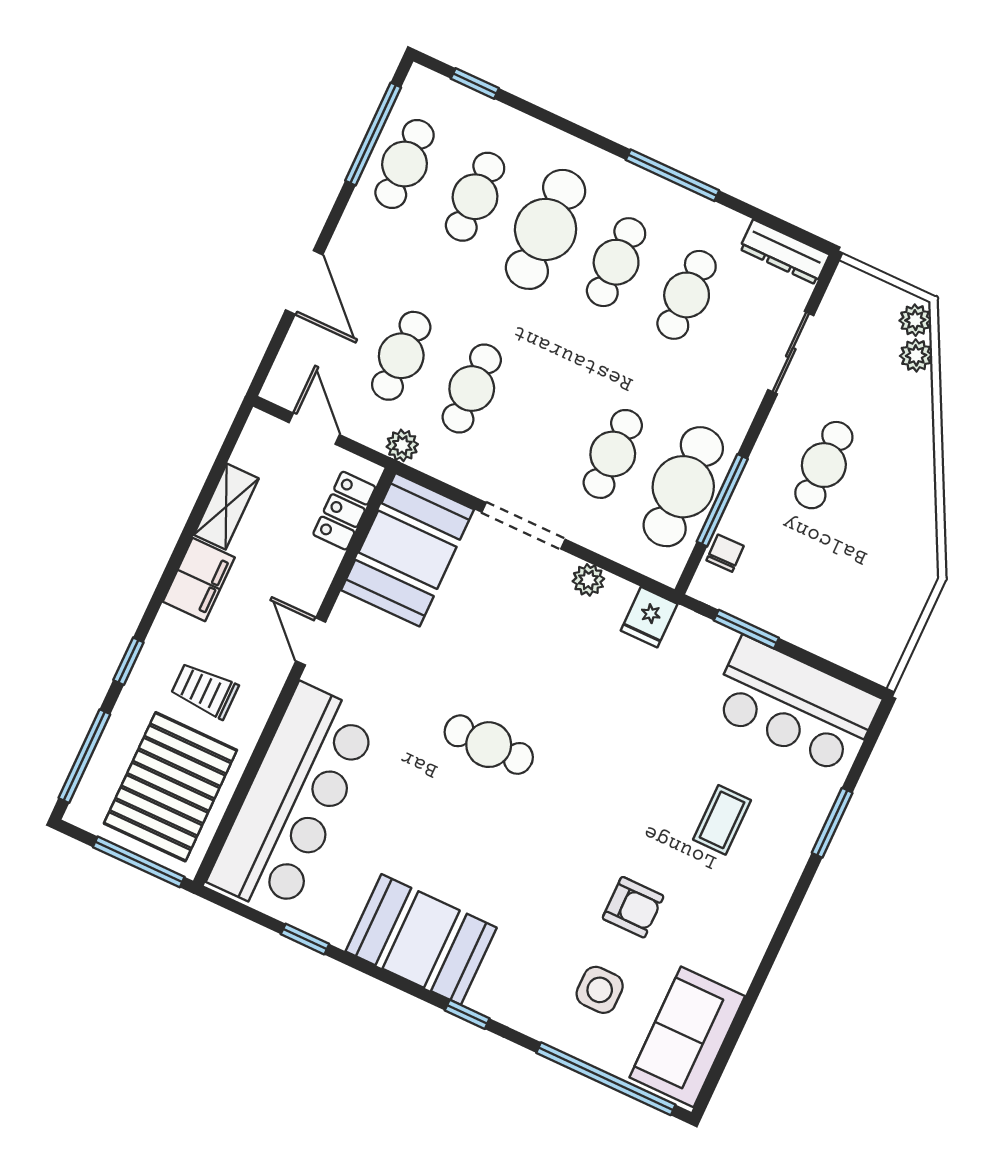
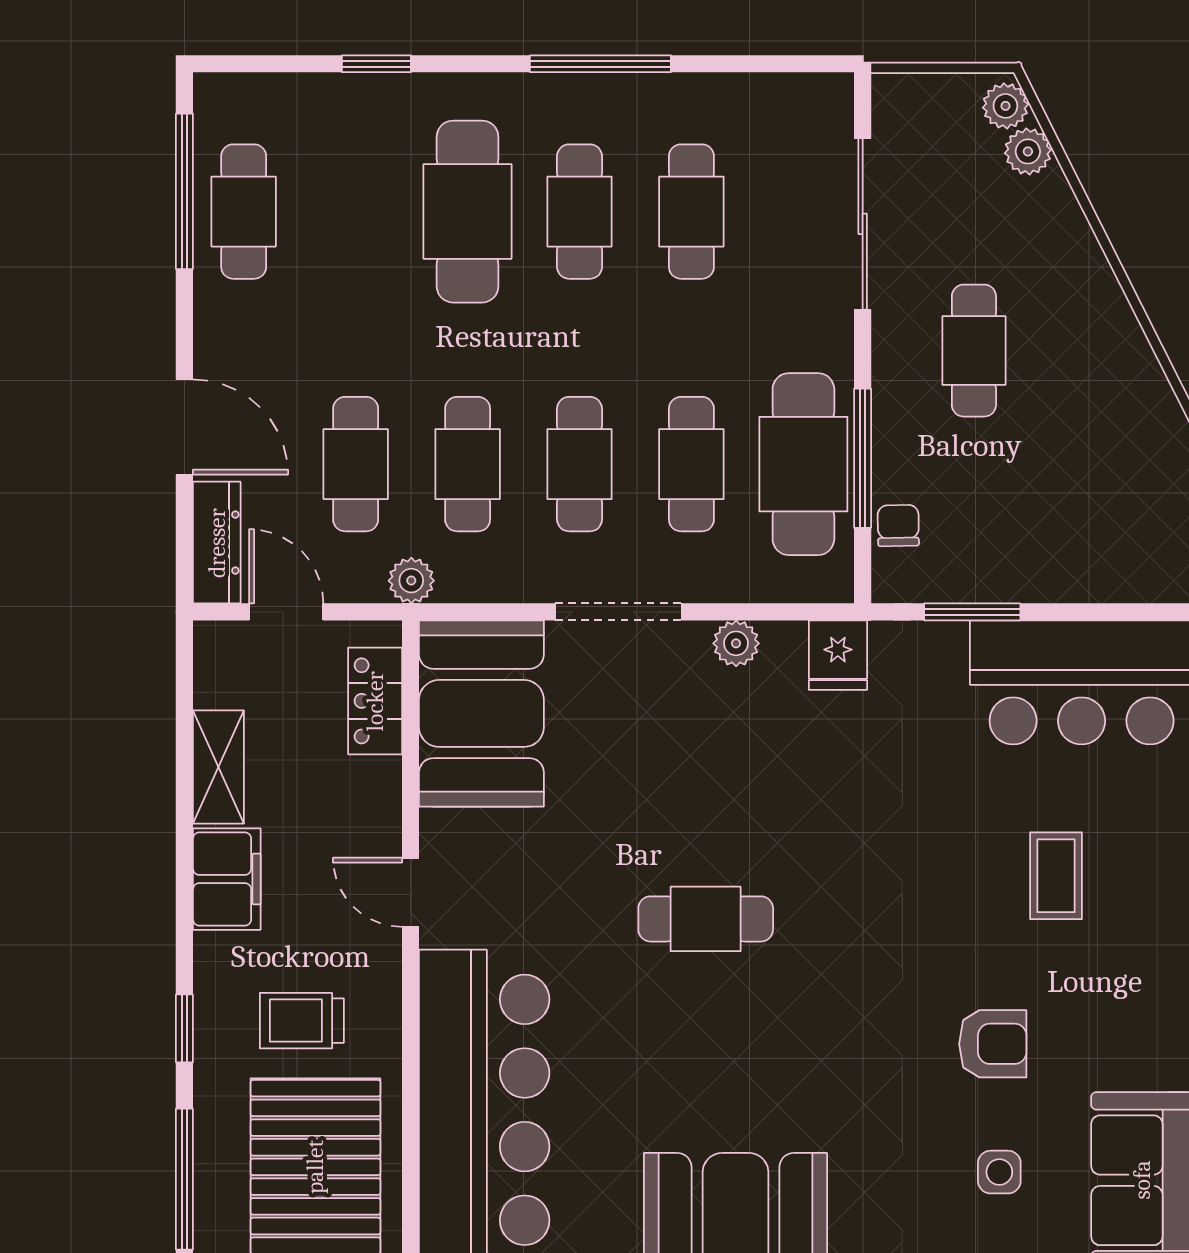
window: (475, 83) -> (376, 64), moved
cafe table: (475, 197) -> (580, 464), moved
dresser: (784, 252) -> (217, 543), moved, turned -90
sliding door: (791, 353) -> (863, 224), width x1.37
side table: (600, 990) -> (999, 1172), width x0.73, depth x0.73

